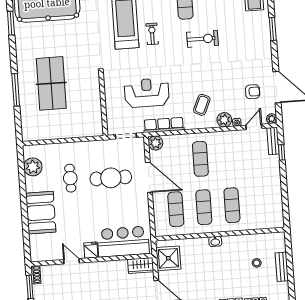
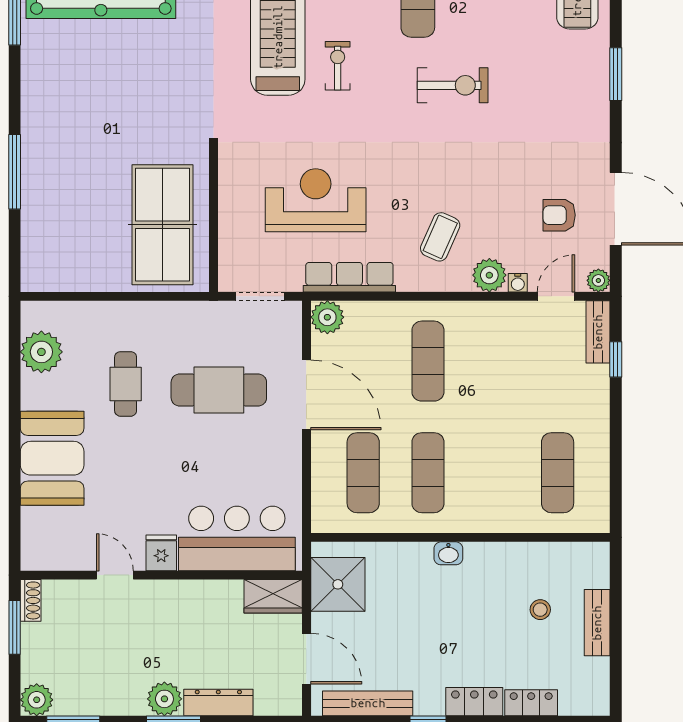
table tennis table: (51, 83) -> (163, 225), moved
armchair: (253, 92) -> (559, 215), turned 180
exercise mat: (232, 205) -> (558, 473), moved

